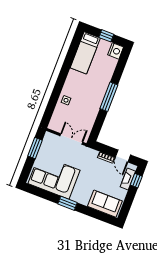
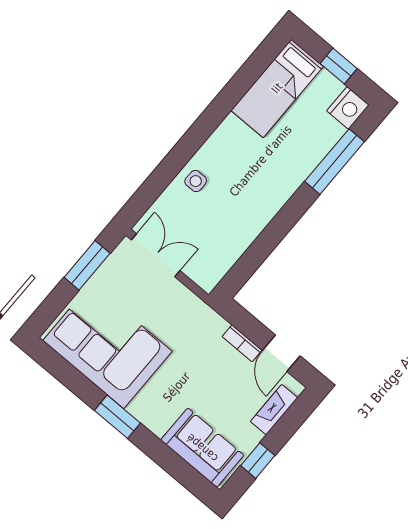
window: (109, 97) -> (334, 162), moved
double door: (71, 139) -> (156, 255), moved
window: (136, 181) -> (258, 461), moved

